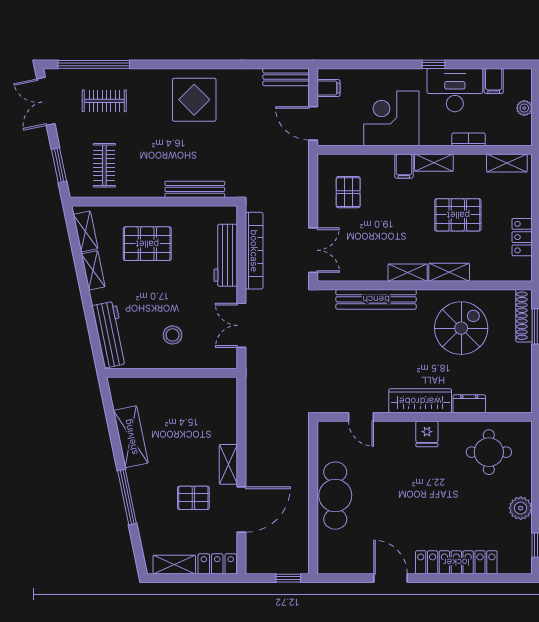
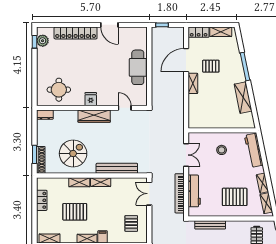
spiral stairs: (461, 328) -> (73, 154), turned 180
dresser: (469, 404) -> (45, 115), moved
plant: (521, 508) -> (43, 41), moved

